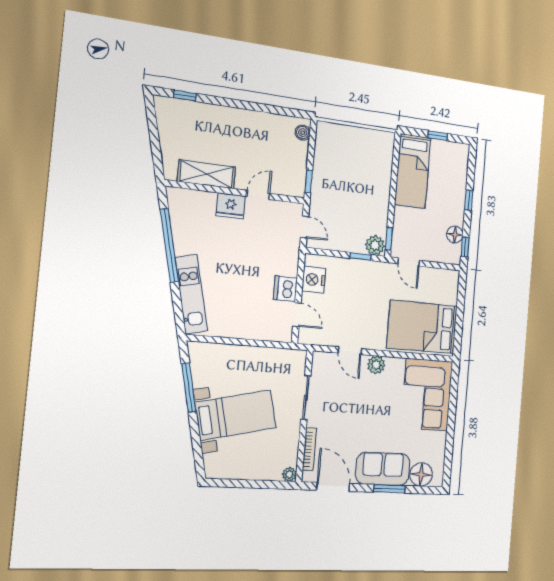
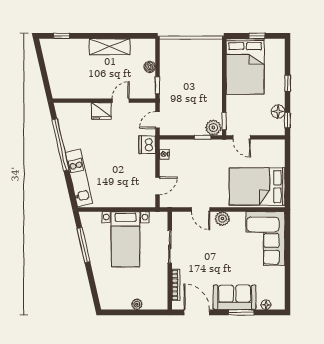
boiler: (303, 133) -> (150, 67), moved
bed: (413, 171) -> (245, 67), width x1.50
shelving: (207, 174) -> (110, 47), moved
door: (305, 227) -> (157, 120), swing flipped
nightstand: (314, 280) -> (164, 154), width x0.53, depth x0.56
dishwasher: (285, 289) -> (147, 145), moved
door: (297, 315) -> (157, 186), hinge flipped
bed with nightstands: (236, 415) -> (126, 239), moved, turned 103
plant: (289, 474) -> (137, 304), moved
floor lamp: (421, 474) -> (266, 305), width x0.53, depth x0.53

